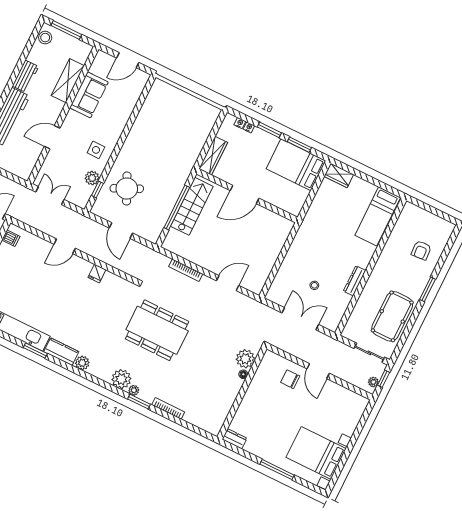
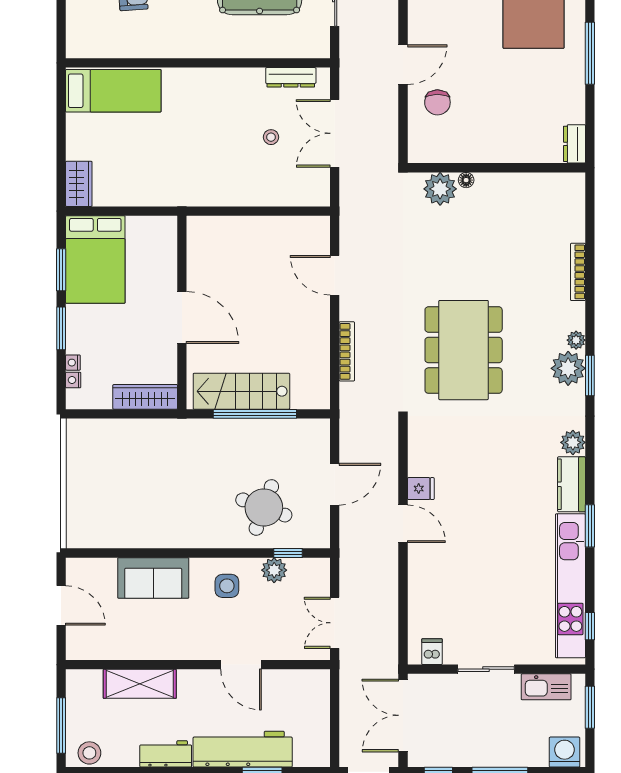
sofa: (89, 95) -> (153, 578), moved, turned 180
round table: (127, 188) -> (264, 507), turned 45
door: (65, 246) -> (403, 524), moved
dresser: (355, 281) -> (291, 77), moved
window: (139, 402) -> (590, 376), moved

